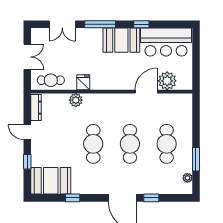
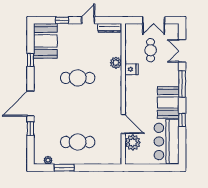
cafe table: (51, 80) -> (151, 50), moved
cafe table: (130, 144) -> (78, 110), removed

